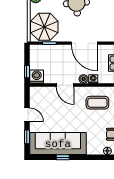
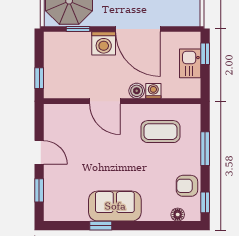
washing machine: (37, 77) -> (104, 43), moved, turned 180
sofa: (58, 144) -> (115, 206), width x0.54, depth x0.79

